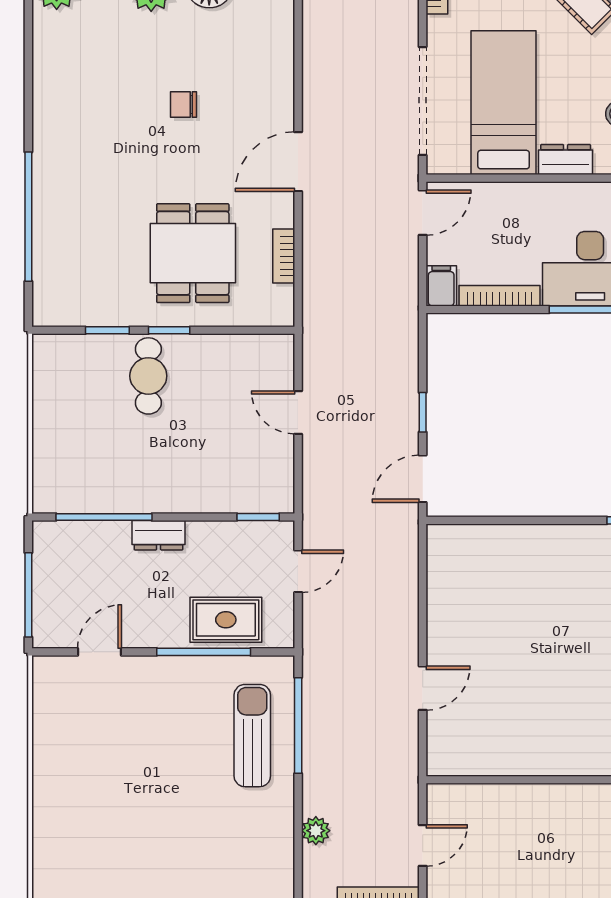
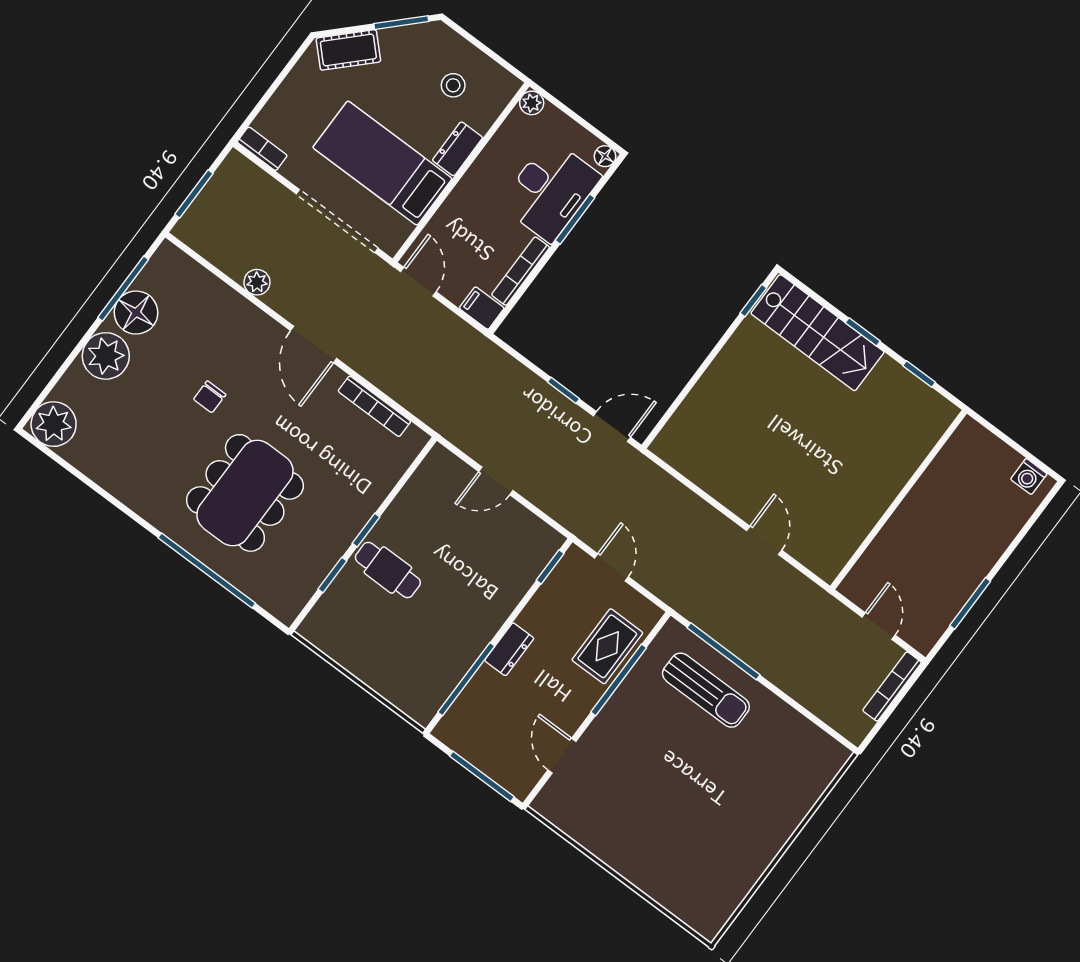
dining table: (193, 253) -> (245, 493), moved, width x1.38
bookcase: (284, 256) -> (374, 406), width x1.56
door: (423, 479) -> (612, 426), swing flipped
sun lounger: (252, 736) -> (706, 690), turned 180
plant: (316, 831) -> (257, 282), moved

